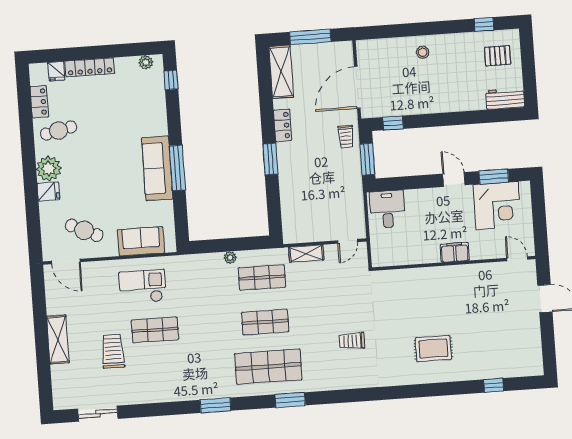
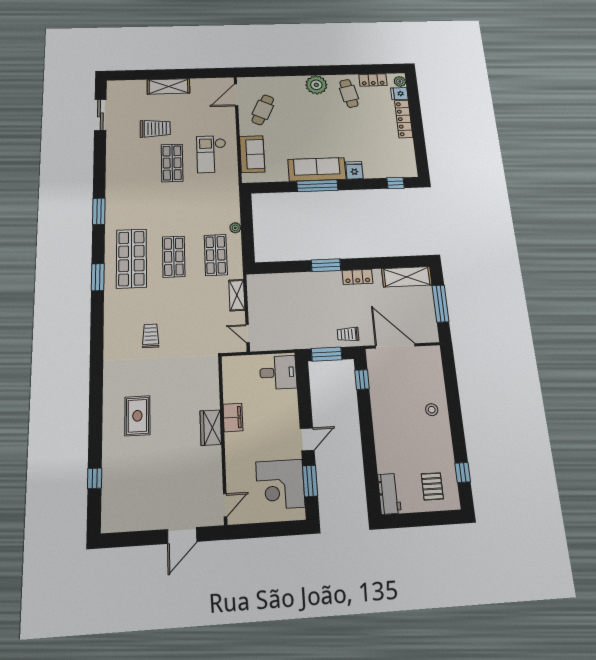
plant: (146, 62) -> (400, 81), moved
fridge: (48, 191) -> (354, 170), moved, turned 180
filing cabinet: (455, 252) -> (233, 417), moved
wardrobe: (444, 276) -> (211, 428), added
checkout: (142, 287) -> (212, 154), turned 180

